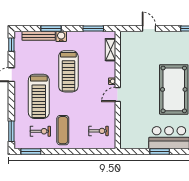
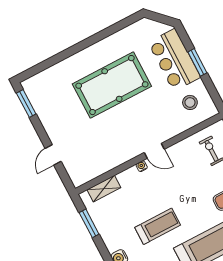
treadmill: (68, 71) -> (158, 226), width x0.73, depth x0.73
stool: (137, 133) -> (190, 102), added

